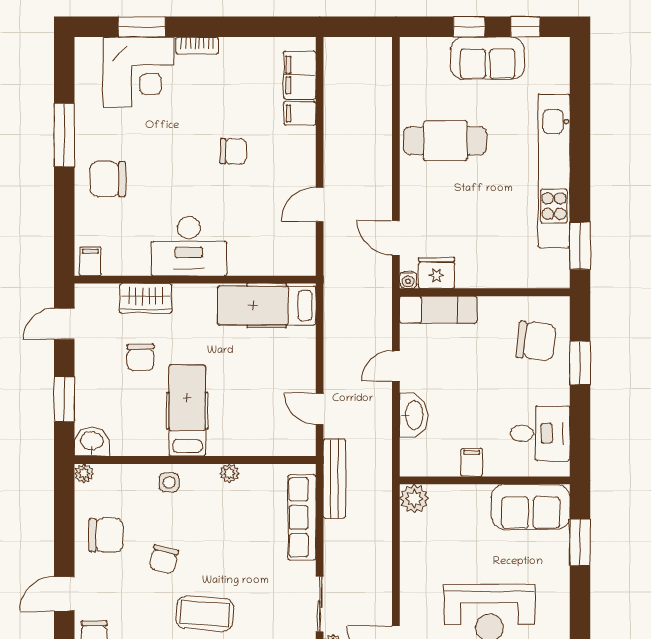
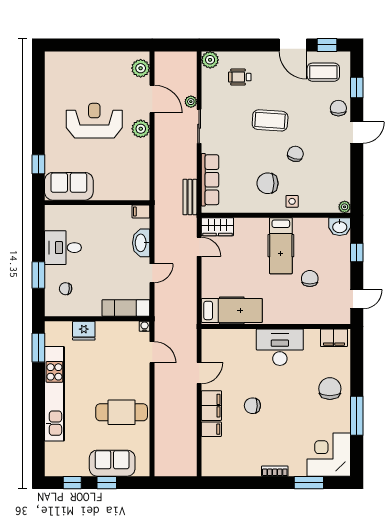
sofa: (488, 58) -> (112, 463), moved
corner desk: (139, 72) -> (329, 455), moved
filing cabinet: (300, 75) -> (211, 406), moved
chair: (108, 179) -> (330, 389), turned -90
filing cabinet: (90, 261) -> (334, 338), width x2.00
fridge: (437, 273) -> (84, 331), moved
wardrobe: (146, 298) -> (217, 227), moved, turned 180
chair: (536, 341) -> (66, 289), width x0.54, depth x0.54
window: (64, 399) -> (357, 253), width x0.67
desk: (540, 433) -> (63, 248), moved
filing cabinet: (472, 462) -> (141, 212), moved, turned 90
plant: (229, 473) -> (255, 207), removed
bench: (335, 479) -> (190, 197), width x0.73
plant: (414, 499) -> (141, 129), moved
chair: (106, 535) -> (268, 183), moved
window: (580, 543) -> (38, 164), width x0.67

